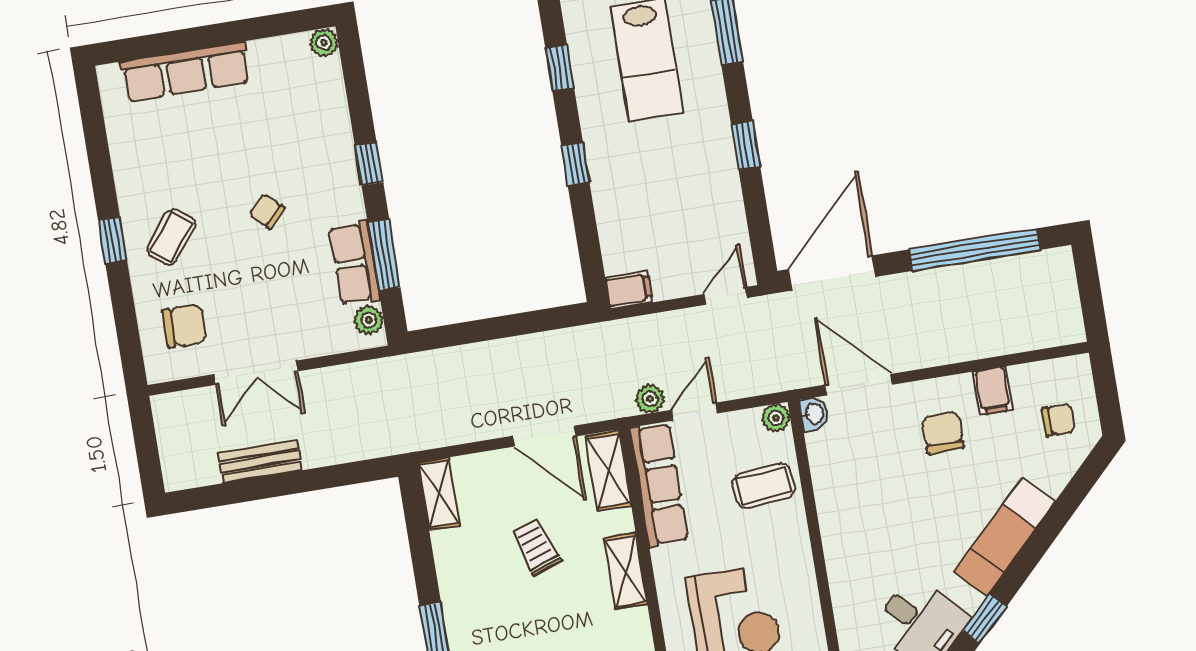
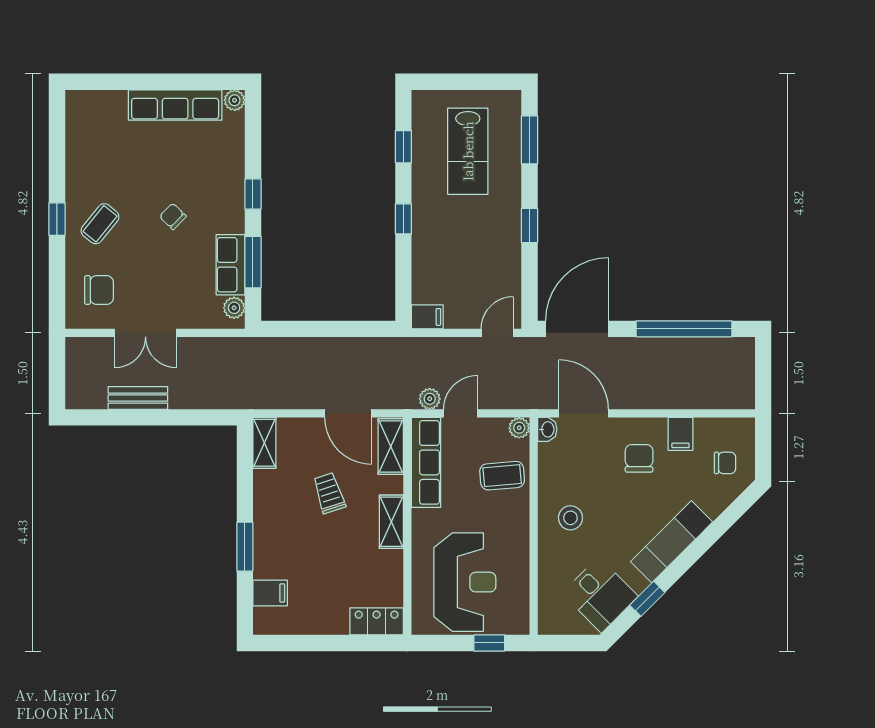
row of seats: (186, 72) -> (175, 105), moved
stool: (864, 527) -> (570, 518), added

